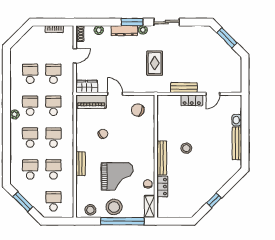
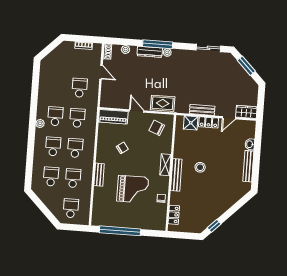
window: (132, 22) -> (158, 44), width x1.44
sliding door: (167, 22) -> (208, 48), moved
door: (75, 56) -> (101, 72), hinge flipped
rug: (155, 63) -> (163, 103), moved, turned 90
school desk: (30, 74) -> (58, 86), removed
wardrobe: (87, 86) -> (246, 112), moved
shower: (173, 102) -> (191, 123), added
locker: (162, 187) -> (174, 215), moved
window: (214, 200) -> (214, 226), moved
window: (23, 202) -> (42, 207), removed
shelving: (150, 206) -> (165, 165), moved
stool: (114, 207) -> (128, 218), removed
stool: (90, 210) -> (105, 219), removed
window: (122, 221) -> (120, 231), moved

